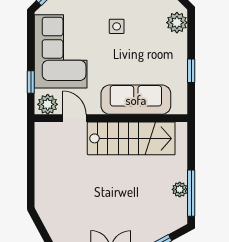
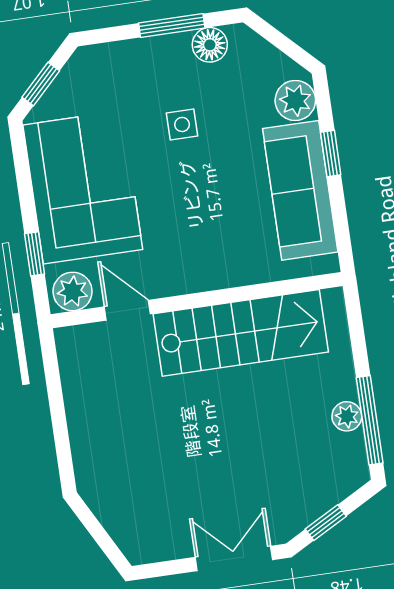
window: (191, 71) -> (331, 154), moved
sofa: (136, 100) -> (300, 190), moved, turned -90

